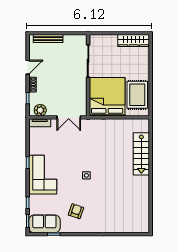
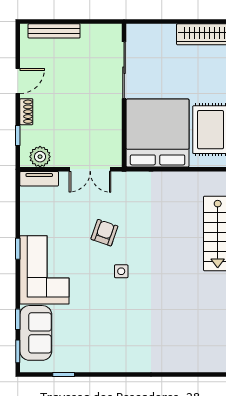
armchair: (76, 211) -> (104, 233), moved
sofa: (44, 224) -> (36, 333), moved, turned 90

